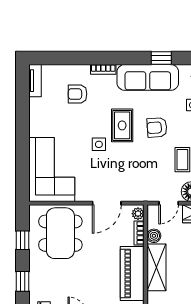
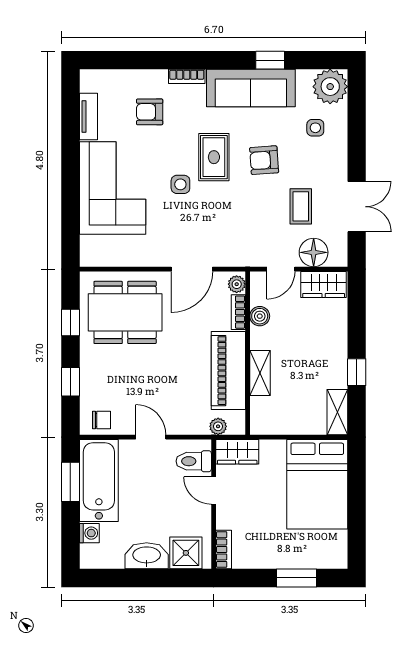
tv unit: (35, 81) -> (88, 116), moved
corner sofa: (52, 169) -> (113, 188), moved
dining table: (60, 233) -> (125, 312), turned 90
shelving: (156, 267) -> (260, 373), width x0.67, depth x0.75

